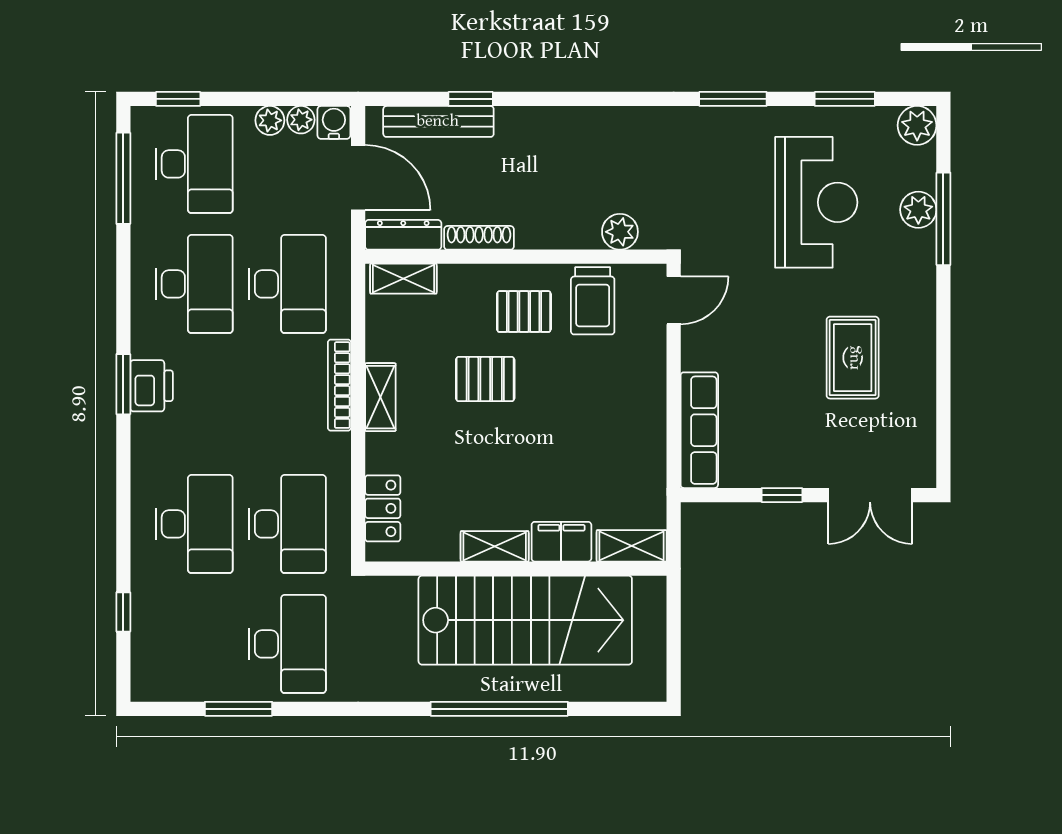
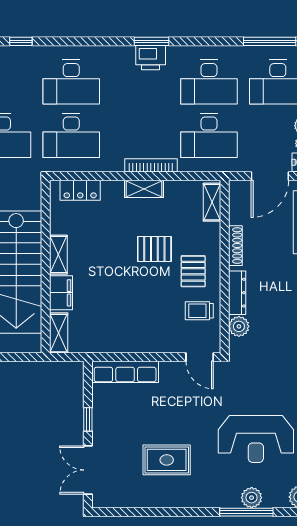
dresser: (403, 235) -> (237, 293), moved
trolley: (593, 301) -> (199, 311), width x0.73, depth x0.72
pallet: (485, 379) -> (154, 249), turned 90

